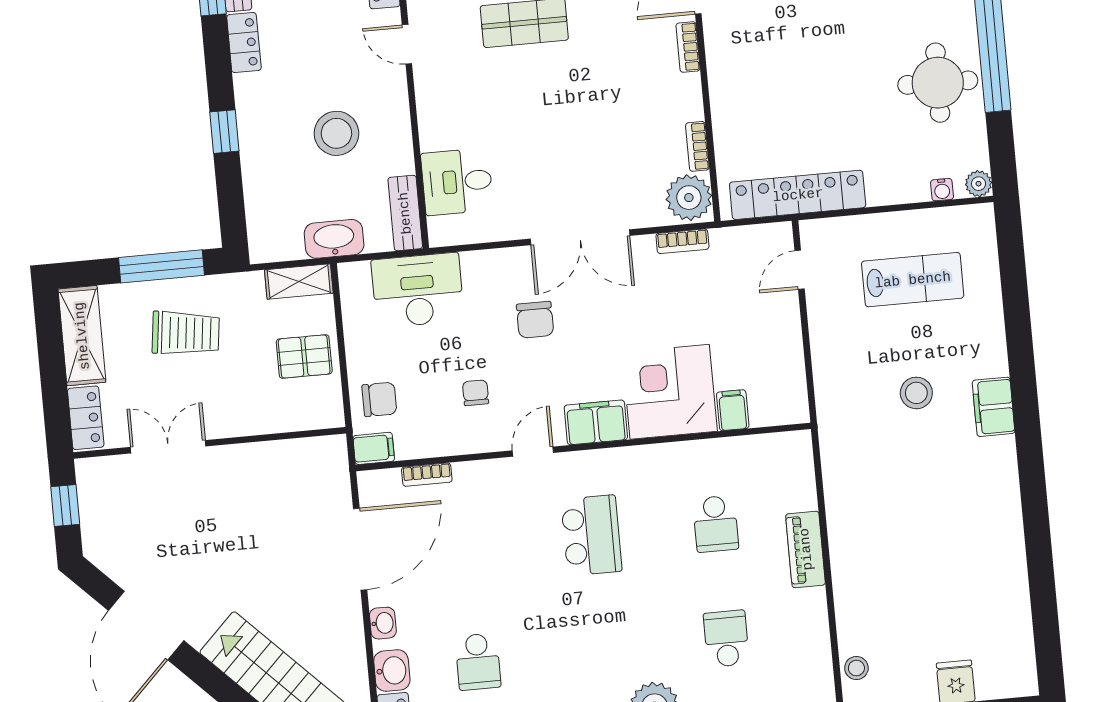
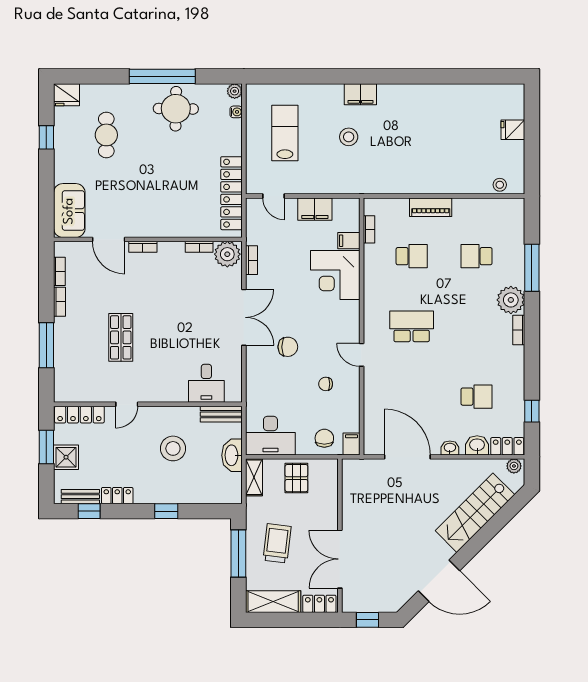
desk: (418, 290) -> (270, 436), moved, turned -90
filing cabinet: (596, 422) -> (315, 209), moved, turned -90
double door: (168, 447) -> (340, 559), width x1.37
bookcase: (427, 475) -> (369, 229), moved

